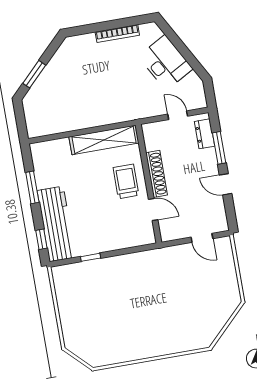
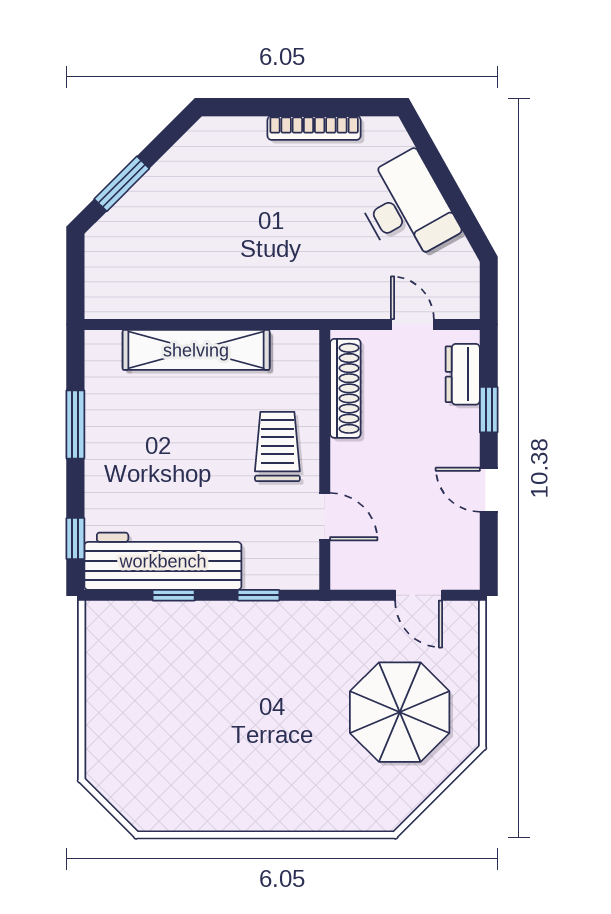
shelving: (104, 140) -> (196, 350), moved
window: (219, 148) -> (489, 410), width x0.67
shoe rack: (157, 174) -> (345, 388), moved
workbench: (56, 224) -> (163, 561), moved, turned -90
window: (129, 251) -> (258, 595), added
parasol: (203, 292) -> (400, 712), added

